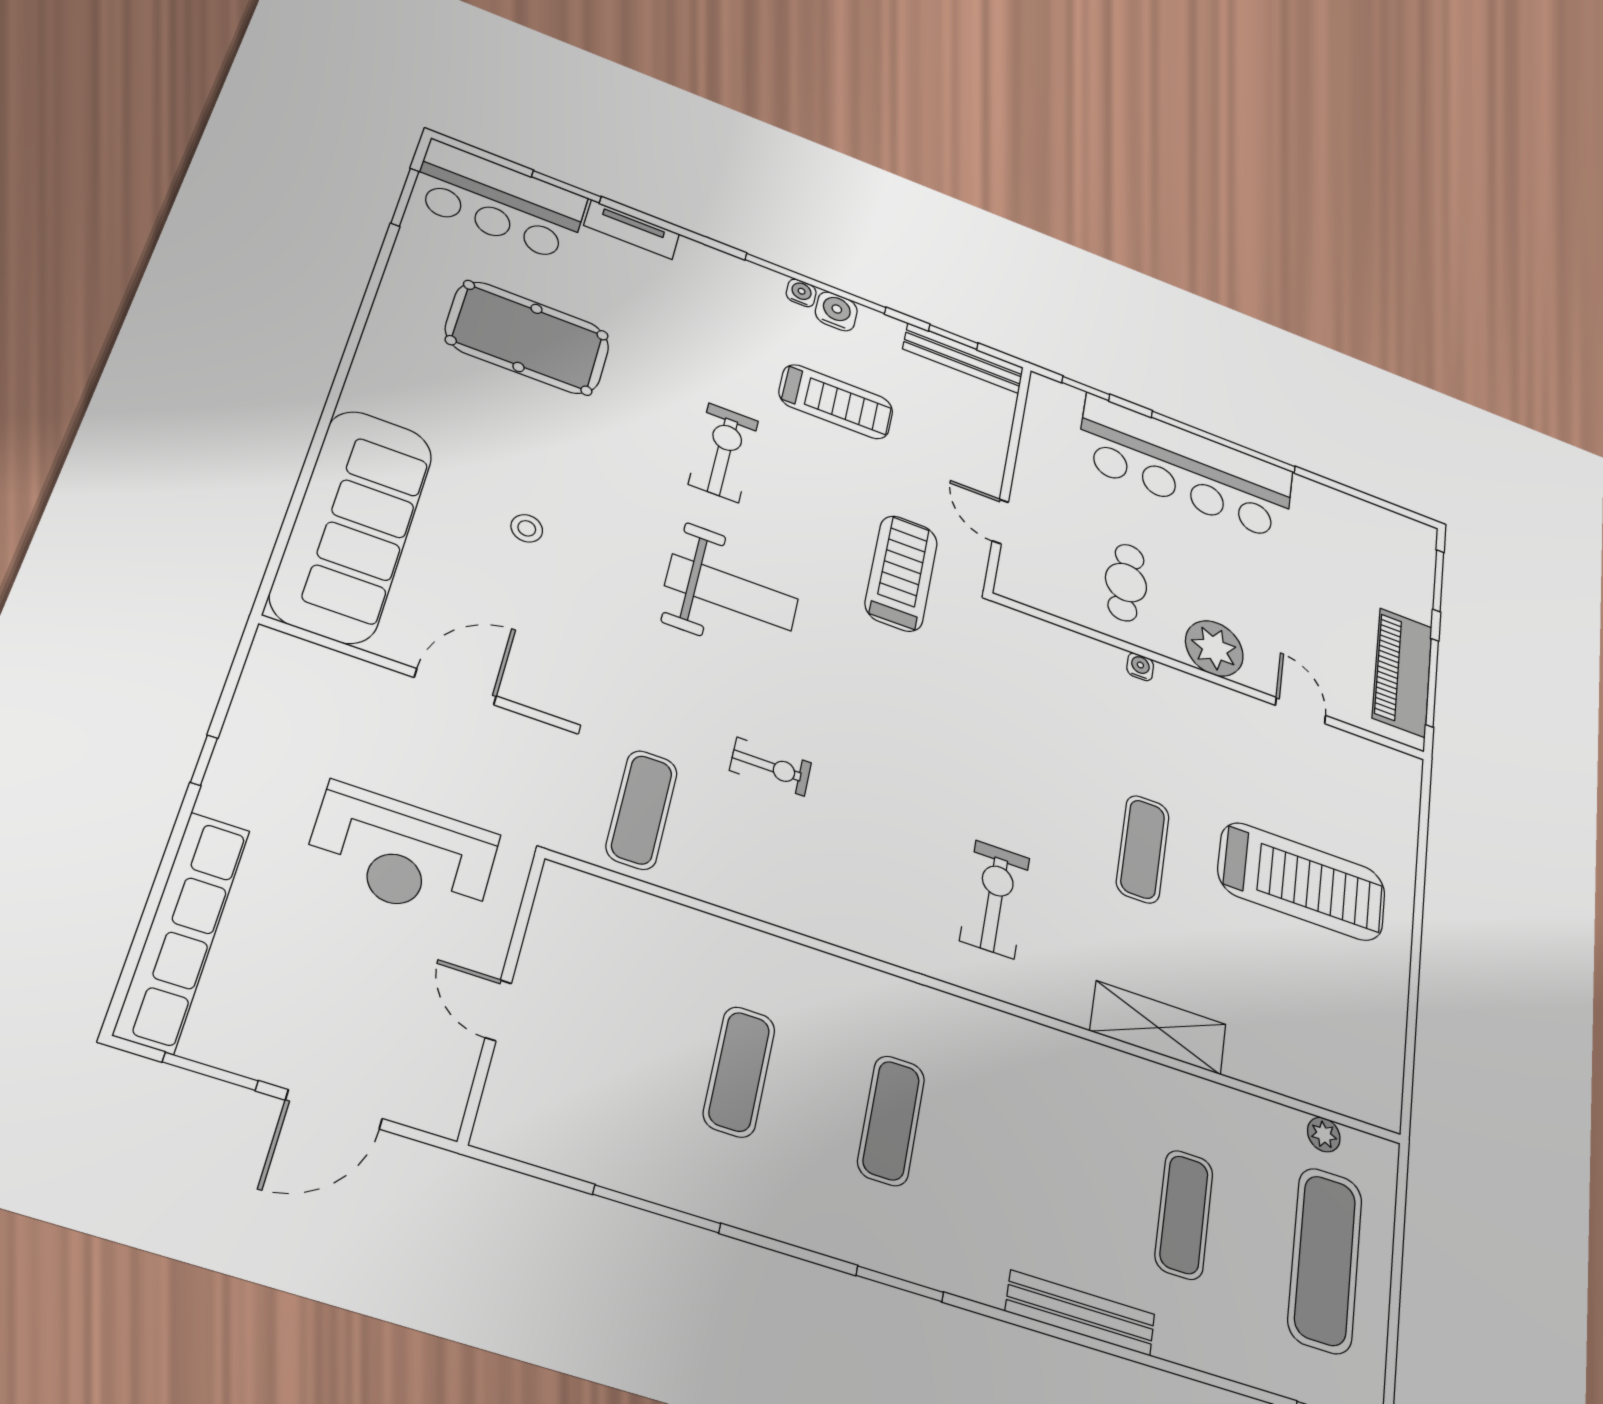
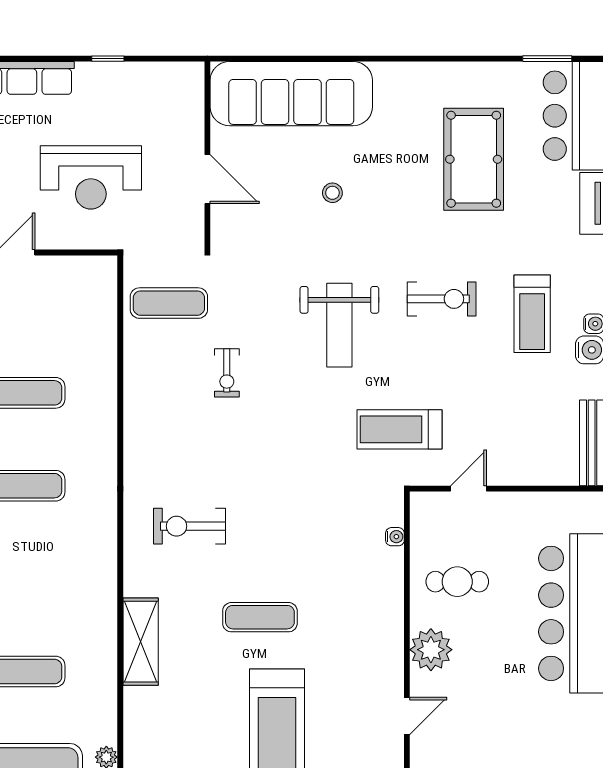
treadmill: (836, 402) -> (532, 314), moved
treadmill: (901, 573) -> (400, 429), turned 180
water cooler: (1140, 667) -> (395, 537), moved
reception desk: (402, 854) -> (91, 177), turned -90
exercise bike: (995, 899) -> (189, 526), turned 180

